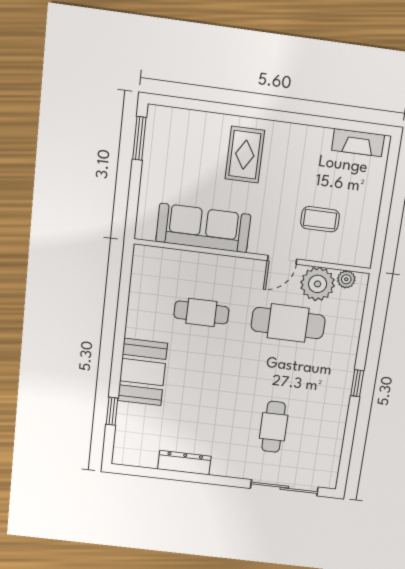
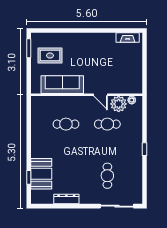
rug: (245, 155) -> (50, 56), moved, turned 90
coffee table: (320, 219) -> (115, 74), removed
door: (282, 260) -> (100, 95), hinge flipped
cafe table: (288, 323) -> (107, 124), width x0.73, depth x0.74
booth: (142, 372) -> (41, 174), moved

